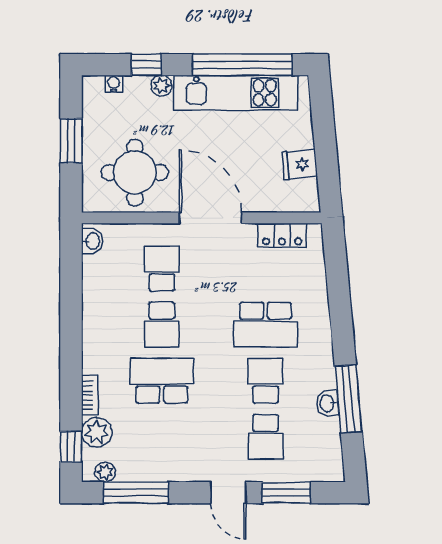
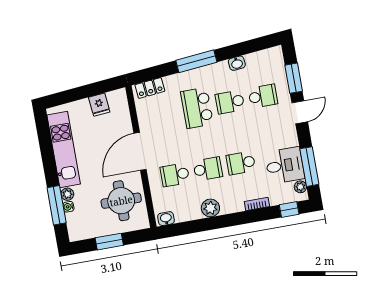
window: (146, 65) -> (57, 205), width x2.17
window: (242, 65) -> (47, 149), removed
water cooler: (114, 84) -> (68, 207), moved
locker: (282, 235) -> (150, 88), moved, turned 85
school desk: (266, 325) -> (197, 108), turned 180
school desk: (162, 381) -> (241, 163), width x0.54
window: (348, 399) -> (196, 61), moved
plant: (97, 432) -> (210, 208), moved
desk: (145, 452) -> (285, 165), added

